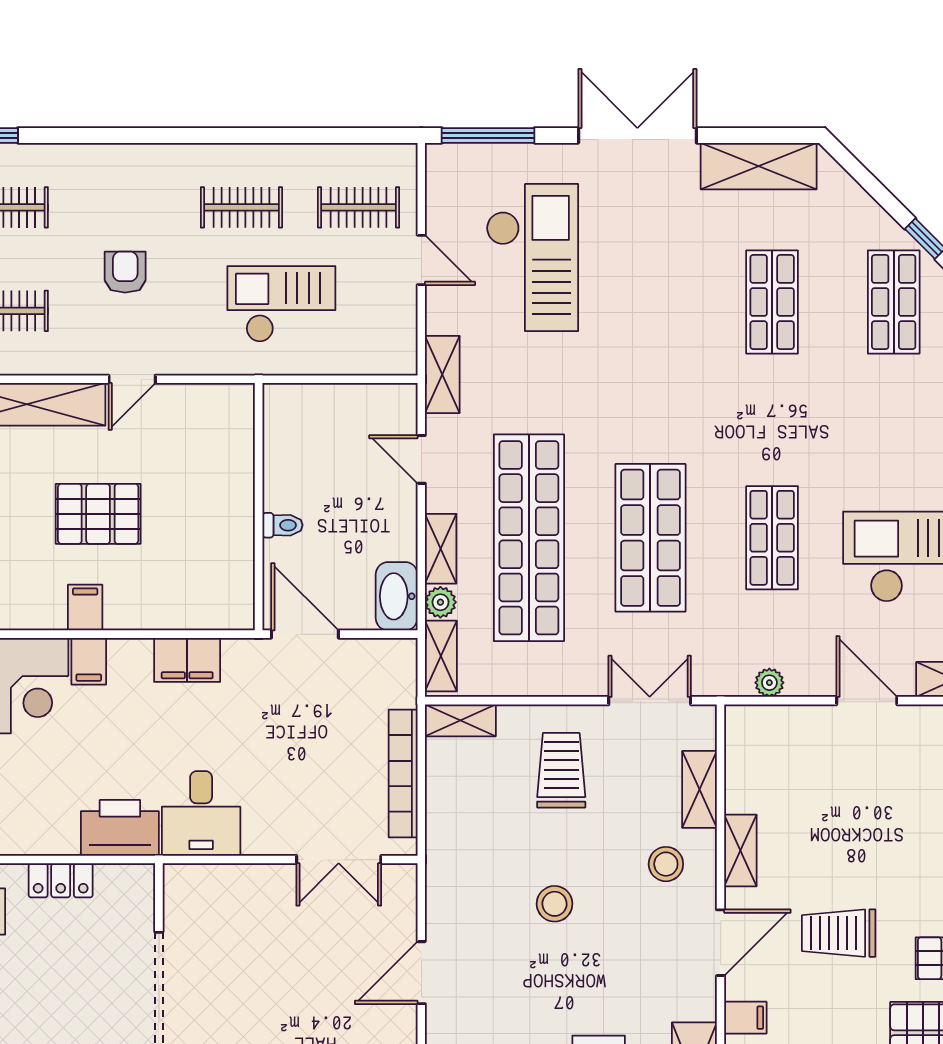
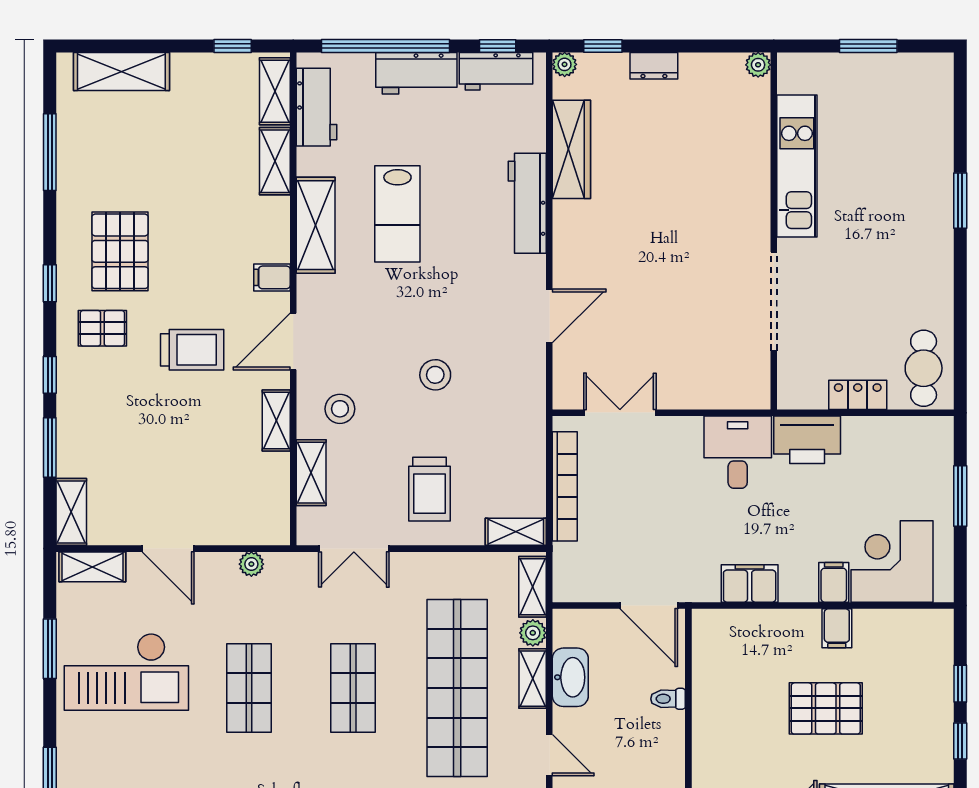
shop shelf: (650, 538) -> (353, 688), width x0.70, depth x0.74
washbasin: (397, 596) -> (570, 677), moved

